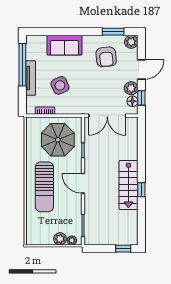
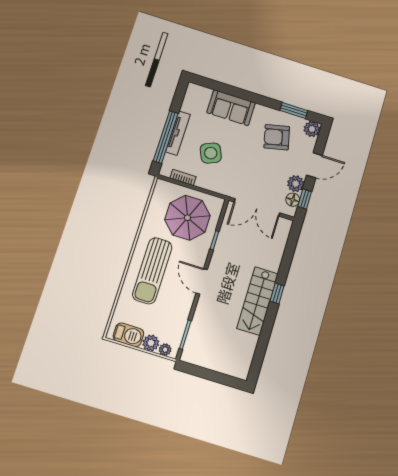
armchair: (106, 57) -> (277, 137), turned 83
window: (22, 65) -> (166, 137), moved
window: (141, 190) -> (277, 293), moved
barbecue: (42, 238) -> (128, 335), added
window: (123, 249) -> (227, 380), removed

